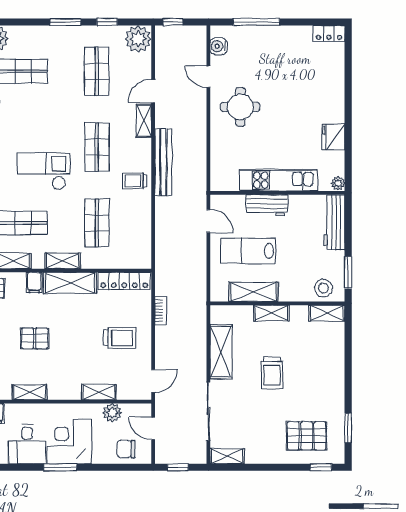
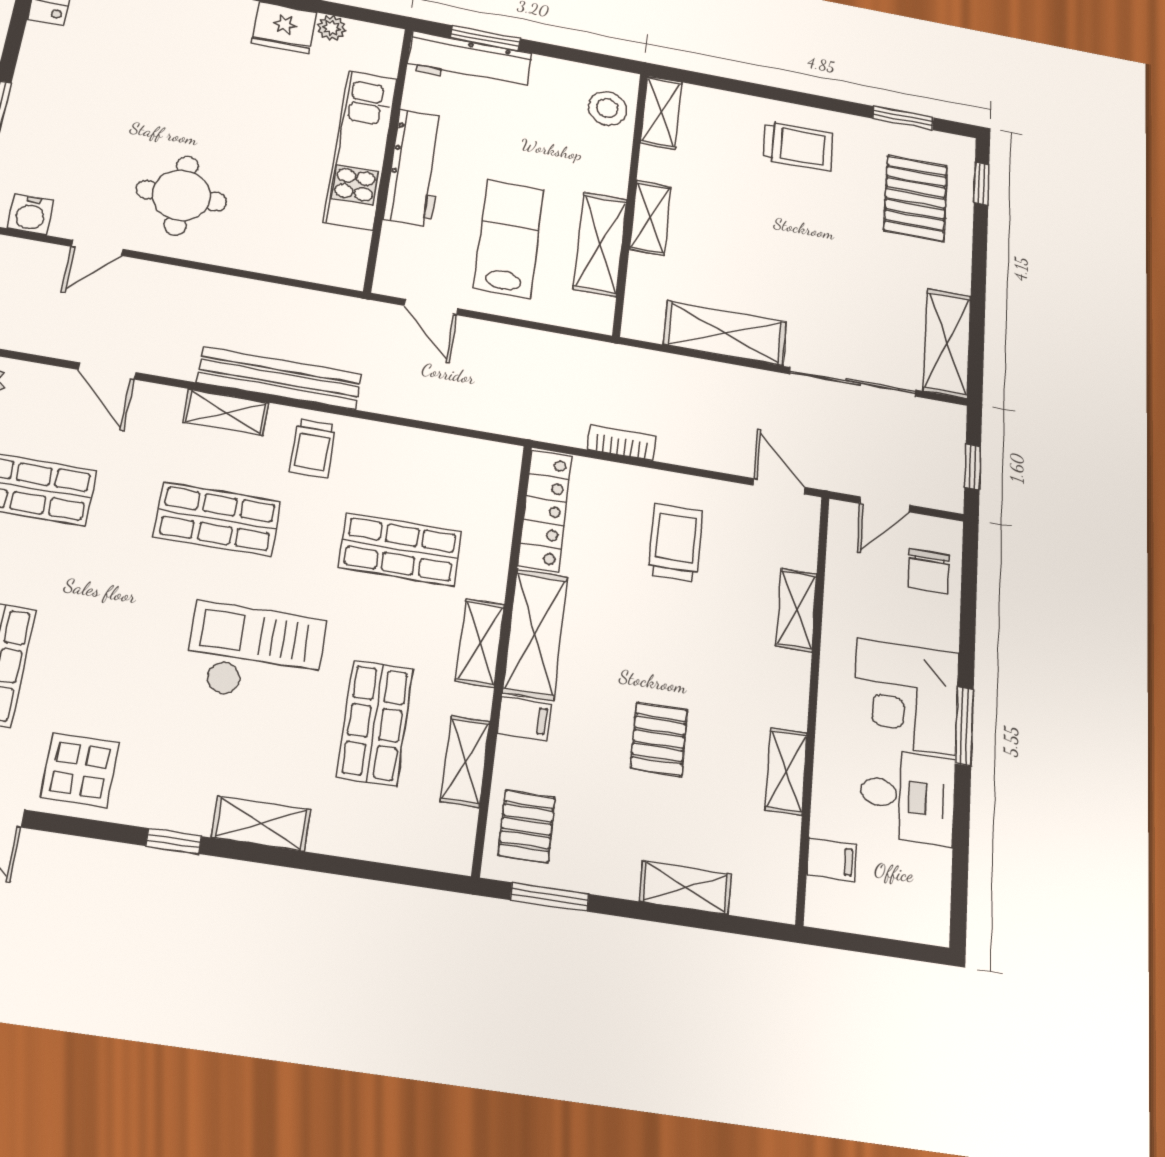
shelving: (144, 121) -> (226, 412), moved
checkout: (43, 171) -> (255, 653), turned 90
plant: (338, 183) -> (331, 28), moved
workbench: (267, 205) -> (415, 168), width x1.38
door: (208, 221) -> (431, 307), swing flipped
lab bench: (248, 251) -> (509, 239), turned 180
window: (348, 272) -> (486, 38), moved
trolley: (272, 373) -> (798, 146), moved
plant: (112, 413) -> (845, 588), removed
shelving: (227, 456) -> (947, 343), width x1.50, depth x1.33

